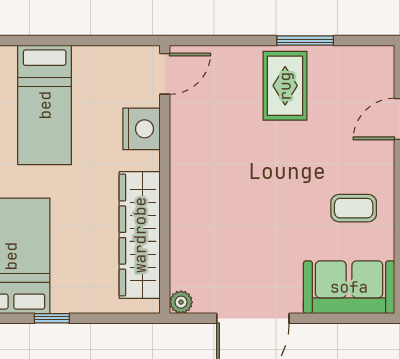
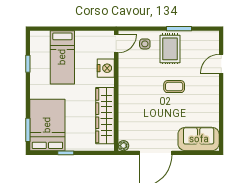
side table: (229, 75) -> (145, 44), added
coffee table: (354, 208) -> (174, 87), moved

